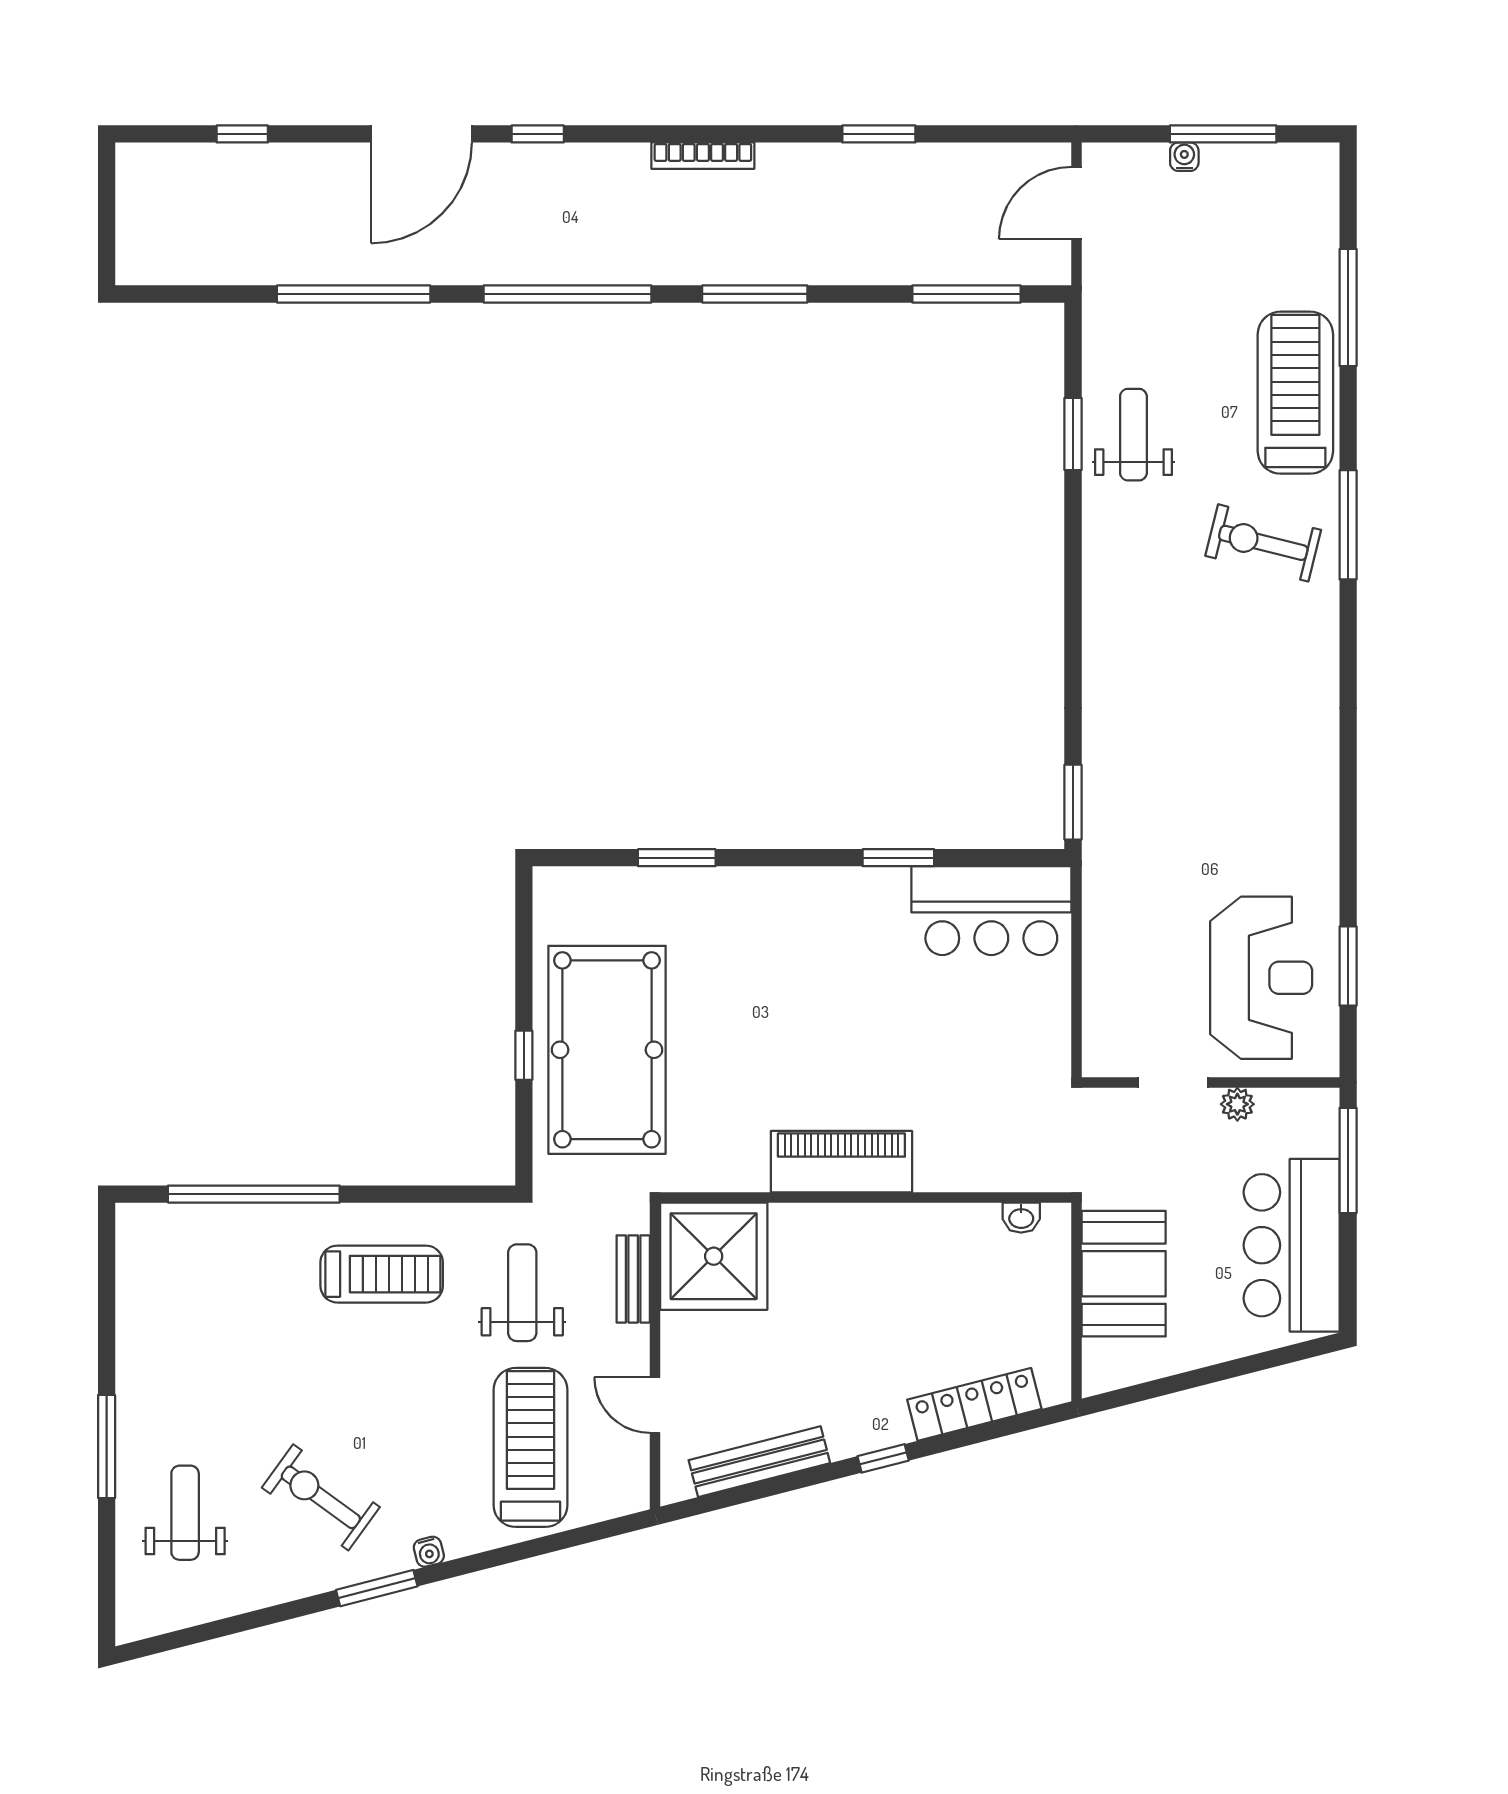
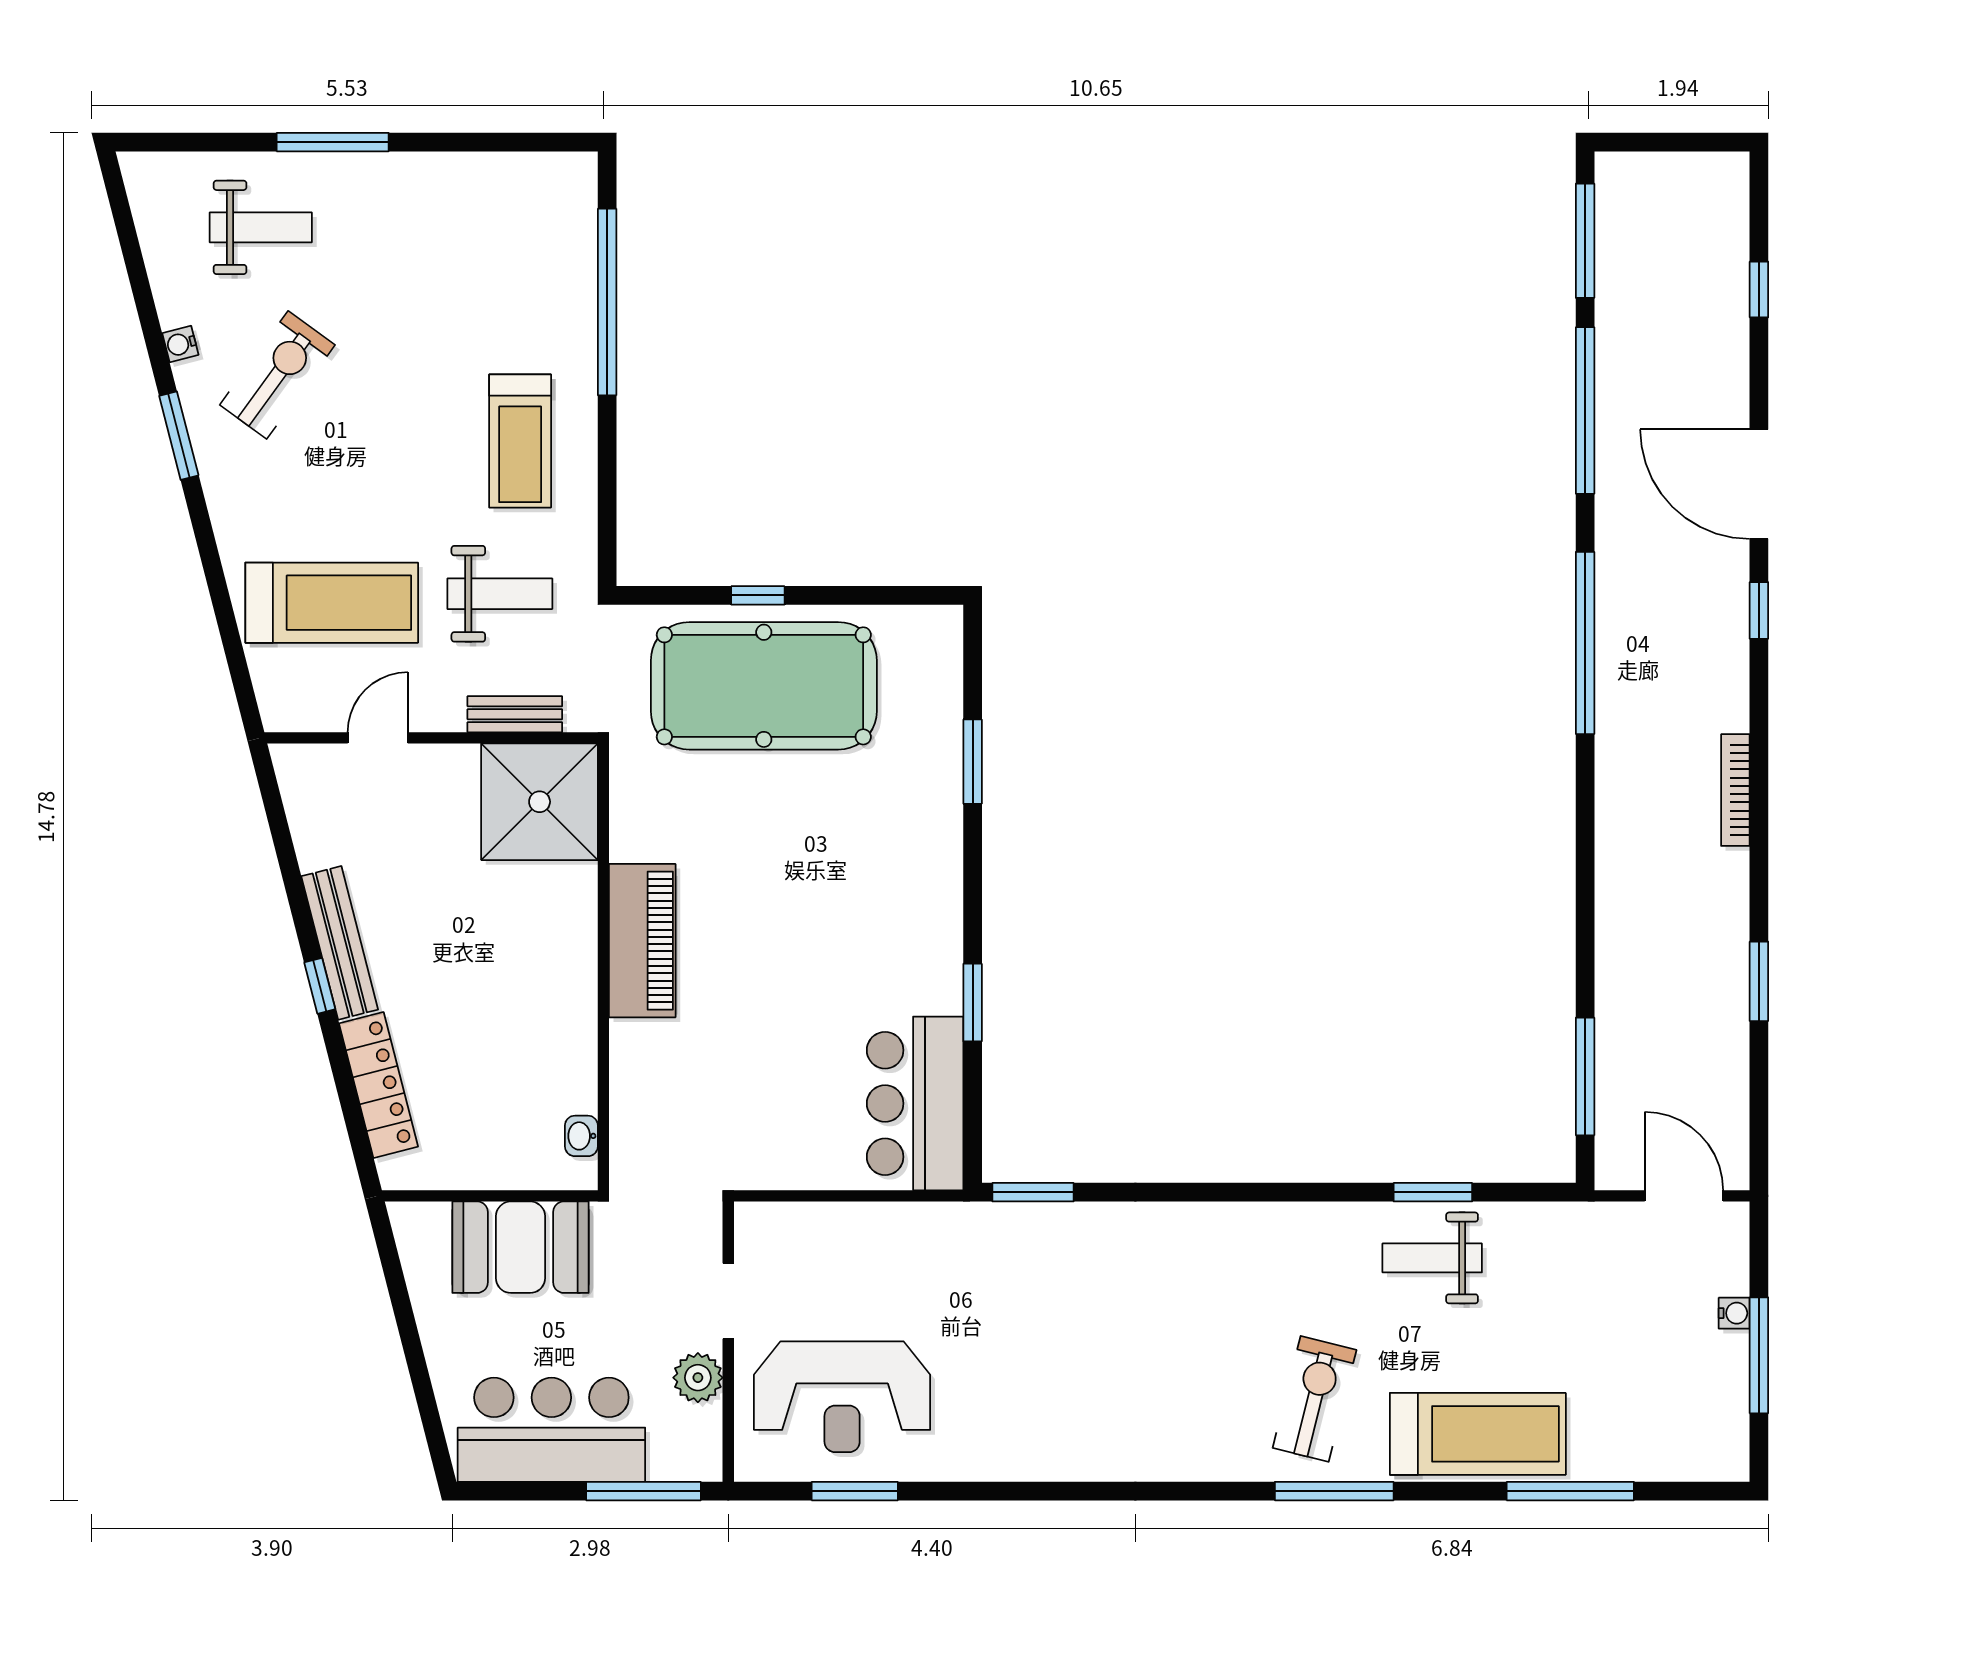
window: (755, 294) -> (1585, 241), moved
weight bench: (1133, 435) -> (1432, 1258), turned 180
plant: (1237, 1104) -> (698, 1378), width x1.38, depth x1.38
bench: (759, 1462) -> (340, 943), moved
water cooler: (429, 1552) -> (180, 344), moved

